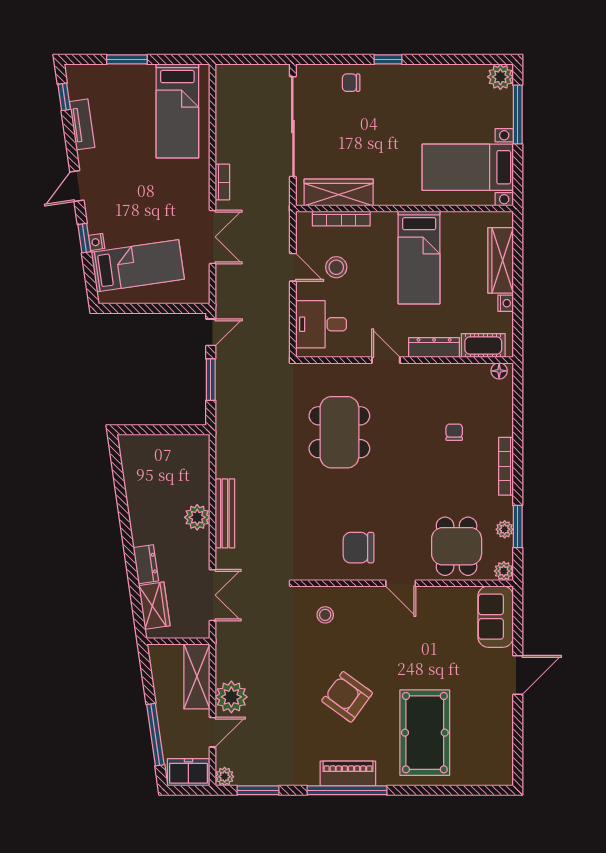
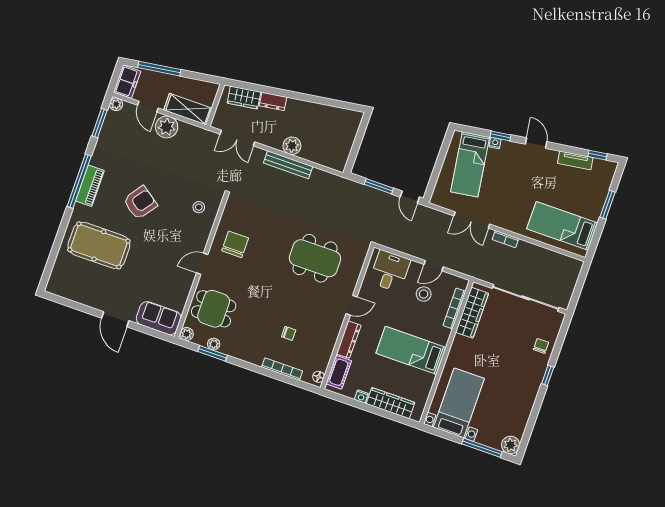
bookcase: (506, 466) -> (282, 369), moved

